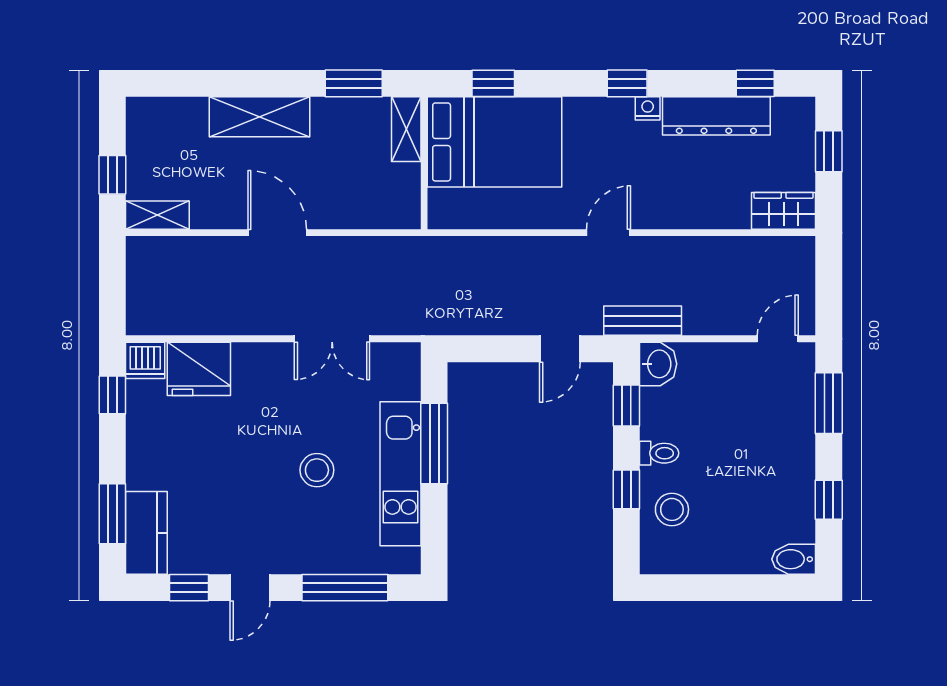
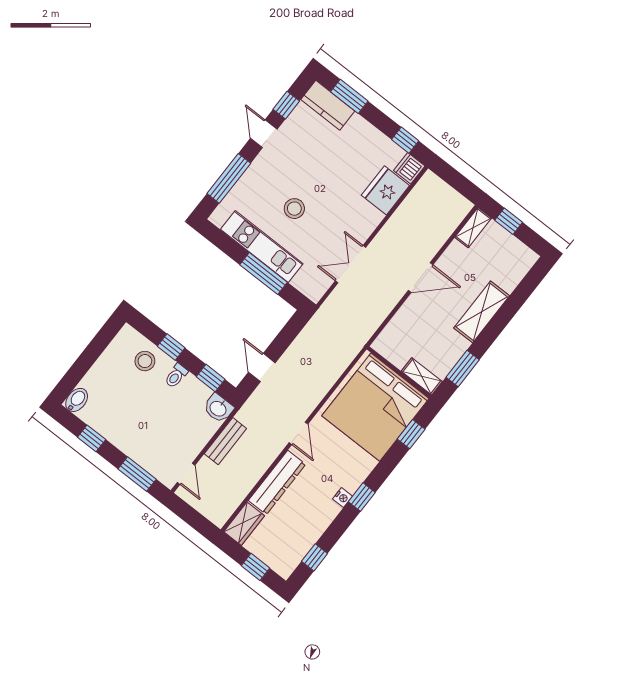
dresser: (716, 116) -> (277, 482), moved, turned 180
bed: (495, 142) -> (375, 407), width x1.36
bench: (643, 321) -> (225, 441), moved

